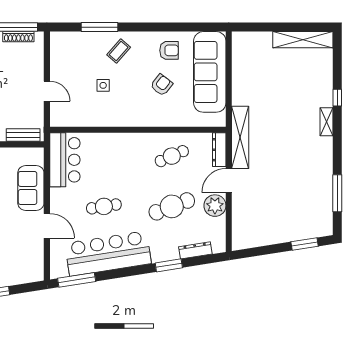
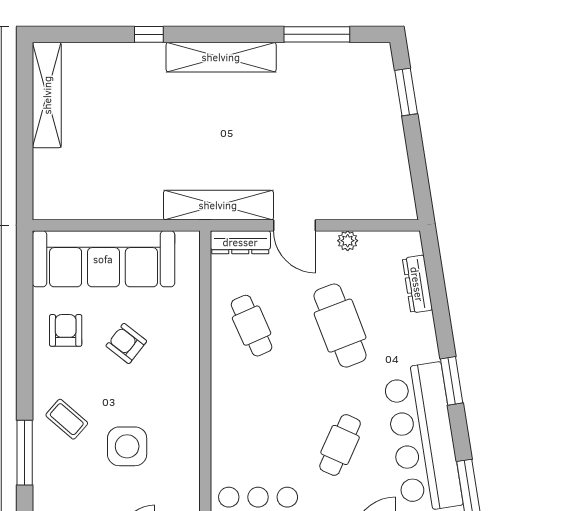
side table: (103, 85) -> (127, 446), width x1.87, depth x1.87
shelving: (327, 122) -> (221, 57), width x2.20, depth x1.33
cafe table: (104, 206) -> (340, 445), turned 33
plant: (215, 206) -> (348, 241), width x0.53, depth x0.53
window: (169, 265) -> (452, 381), moved

